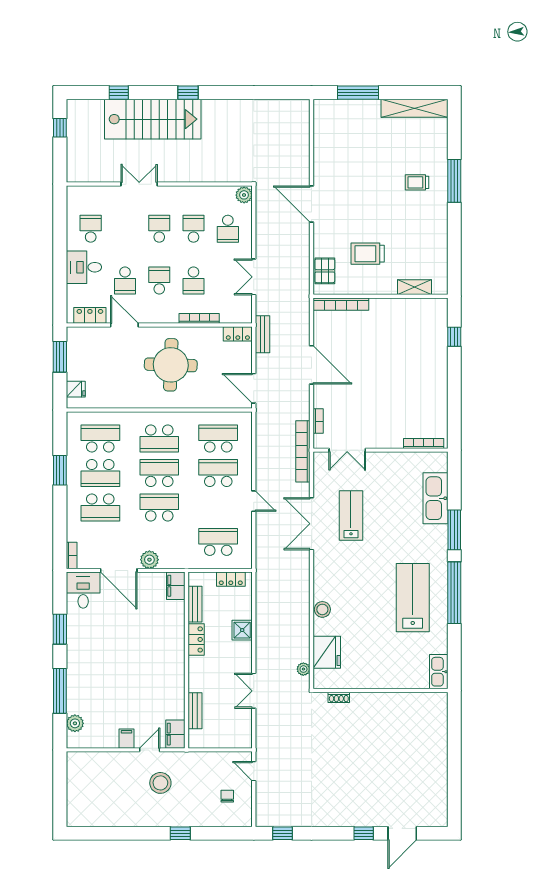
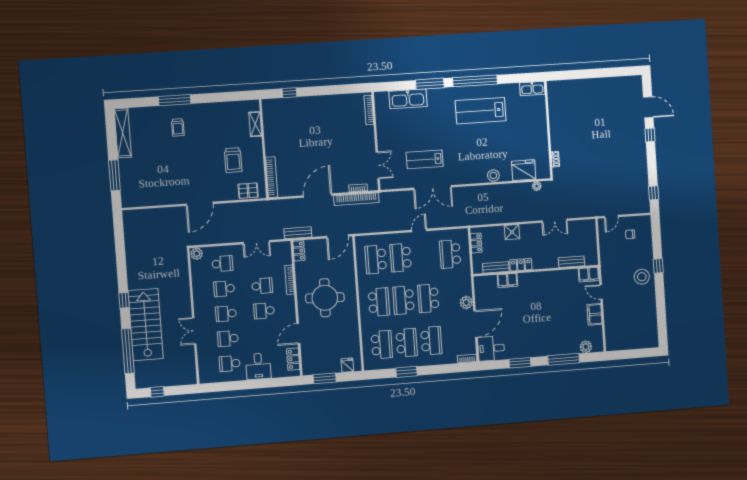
window: (119, 93) -> (128, 351), width x3.17
school desk: (125, 280) -> (228, 339), moved, turned 180
school desk: (100, 438) -> (382, 345), turned 180
bookcase: (303, 451) -> (356, 199), moved
filing cabinet: (176, 586) -> (507, 280), moved
filing cabinet: (127, 739) -> (595, 314), width x2.00
stool: (160, 783) -> (642, 277), moved

